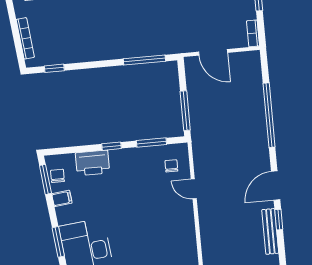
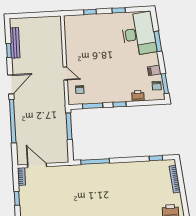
door: (213, 52) -> (37, 165), moved
printer: (93, 163) -> (138, 96), width x0.53, depth x0.68
door: (276, 186) -> (11, 84), moved

